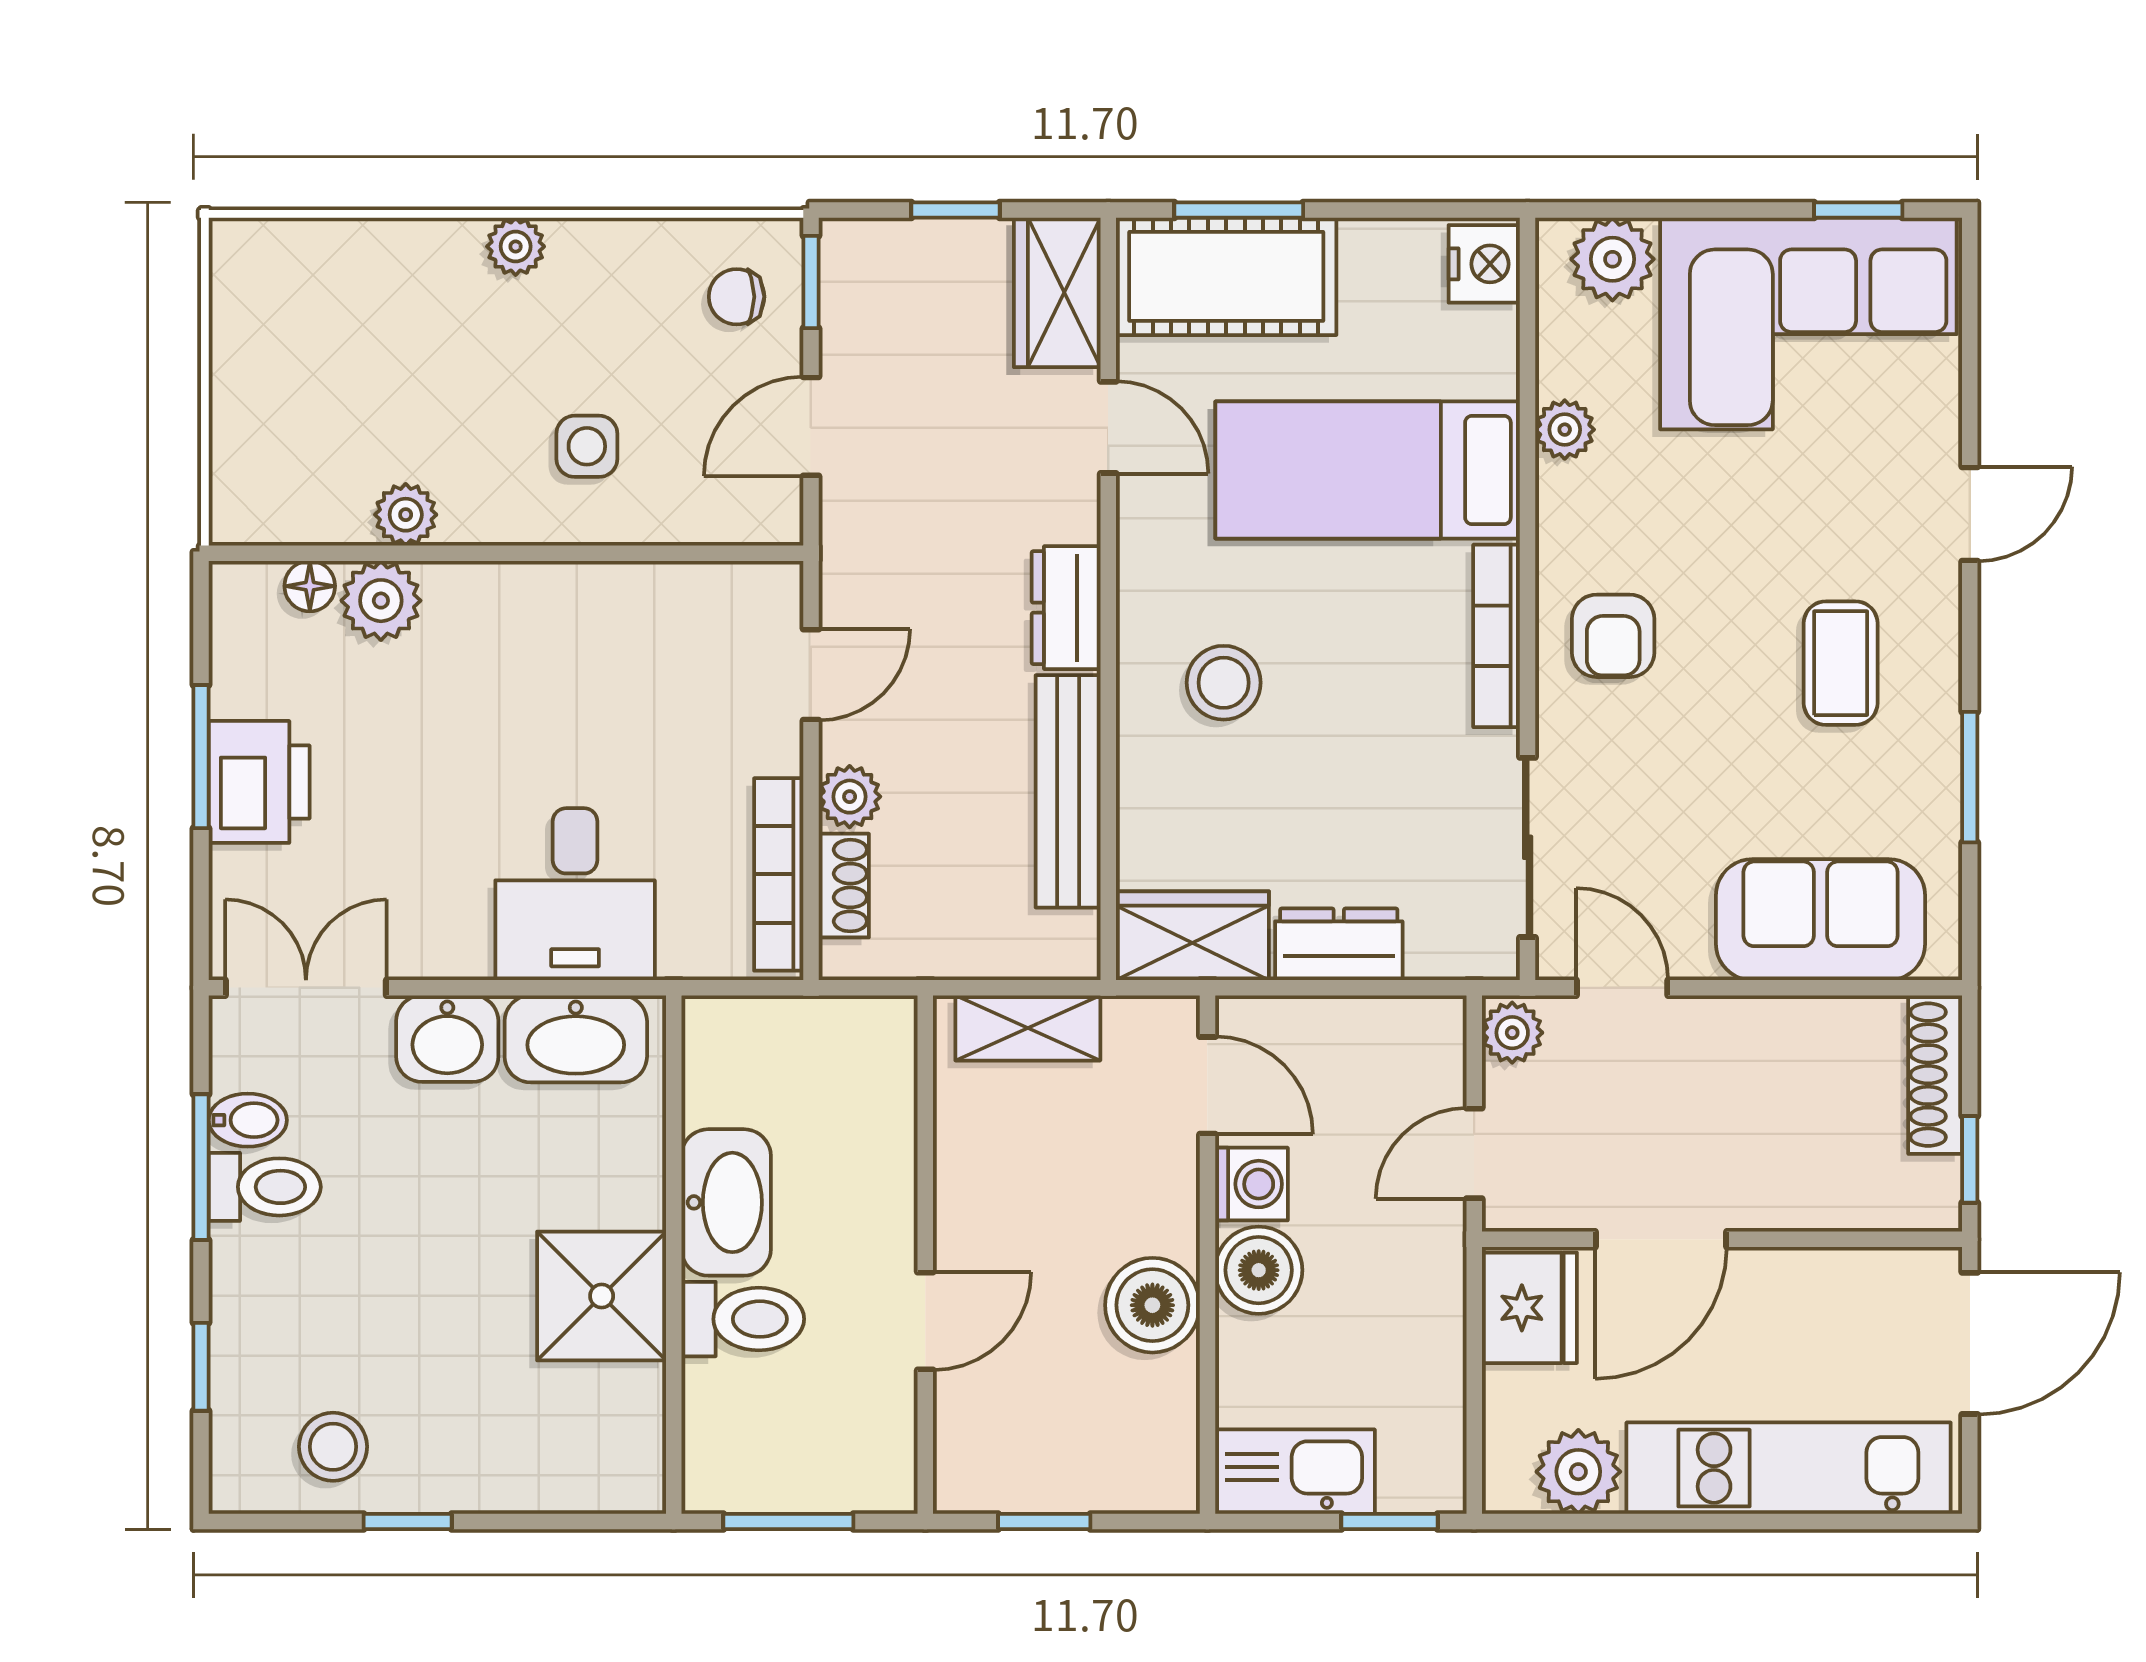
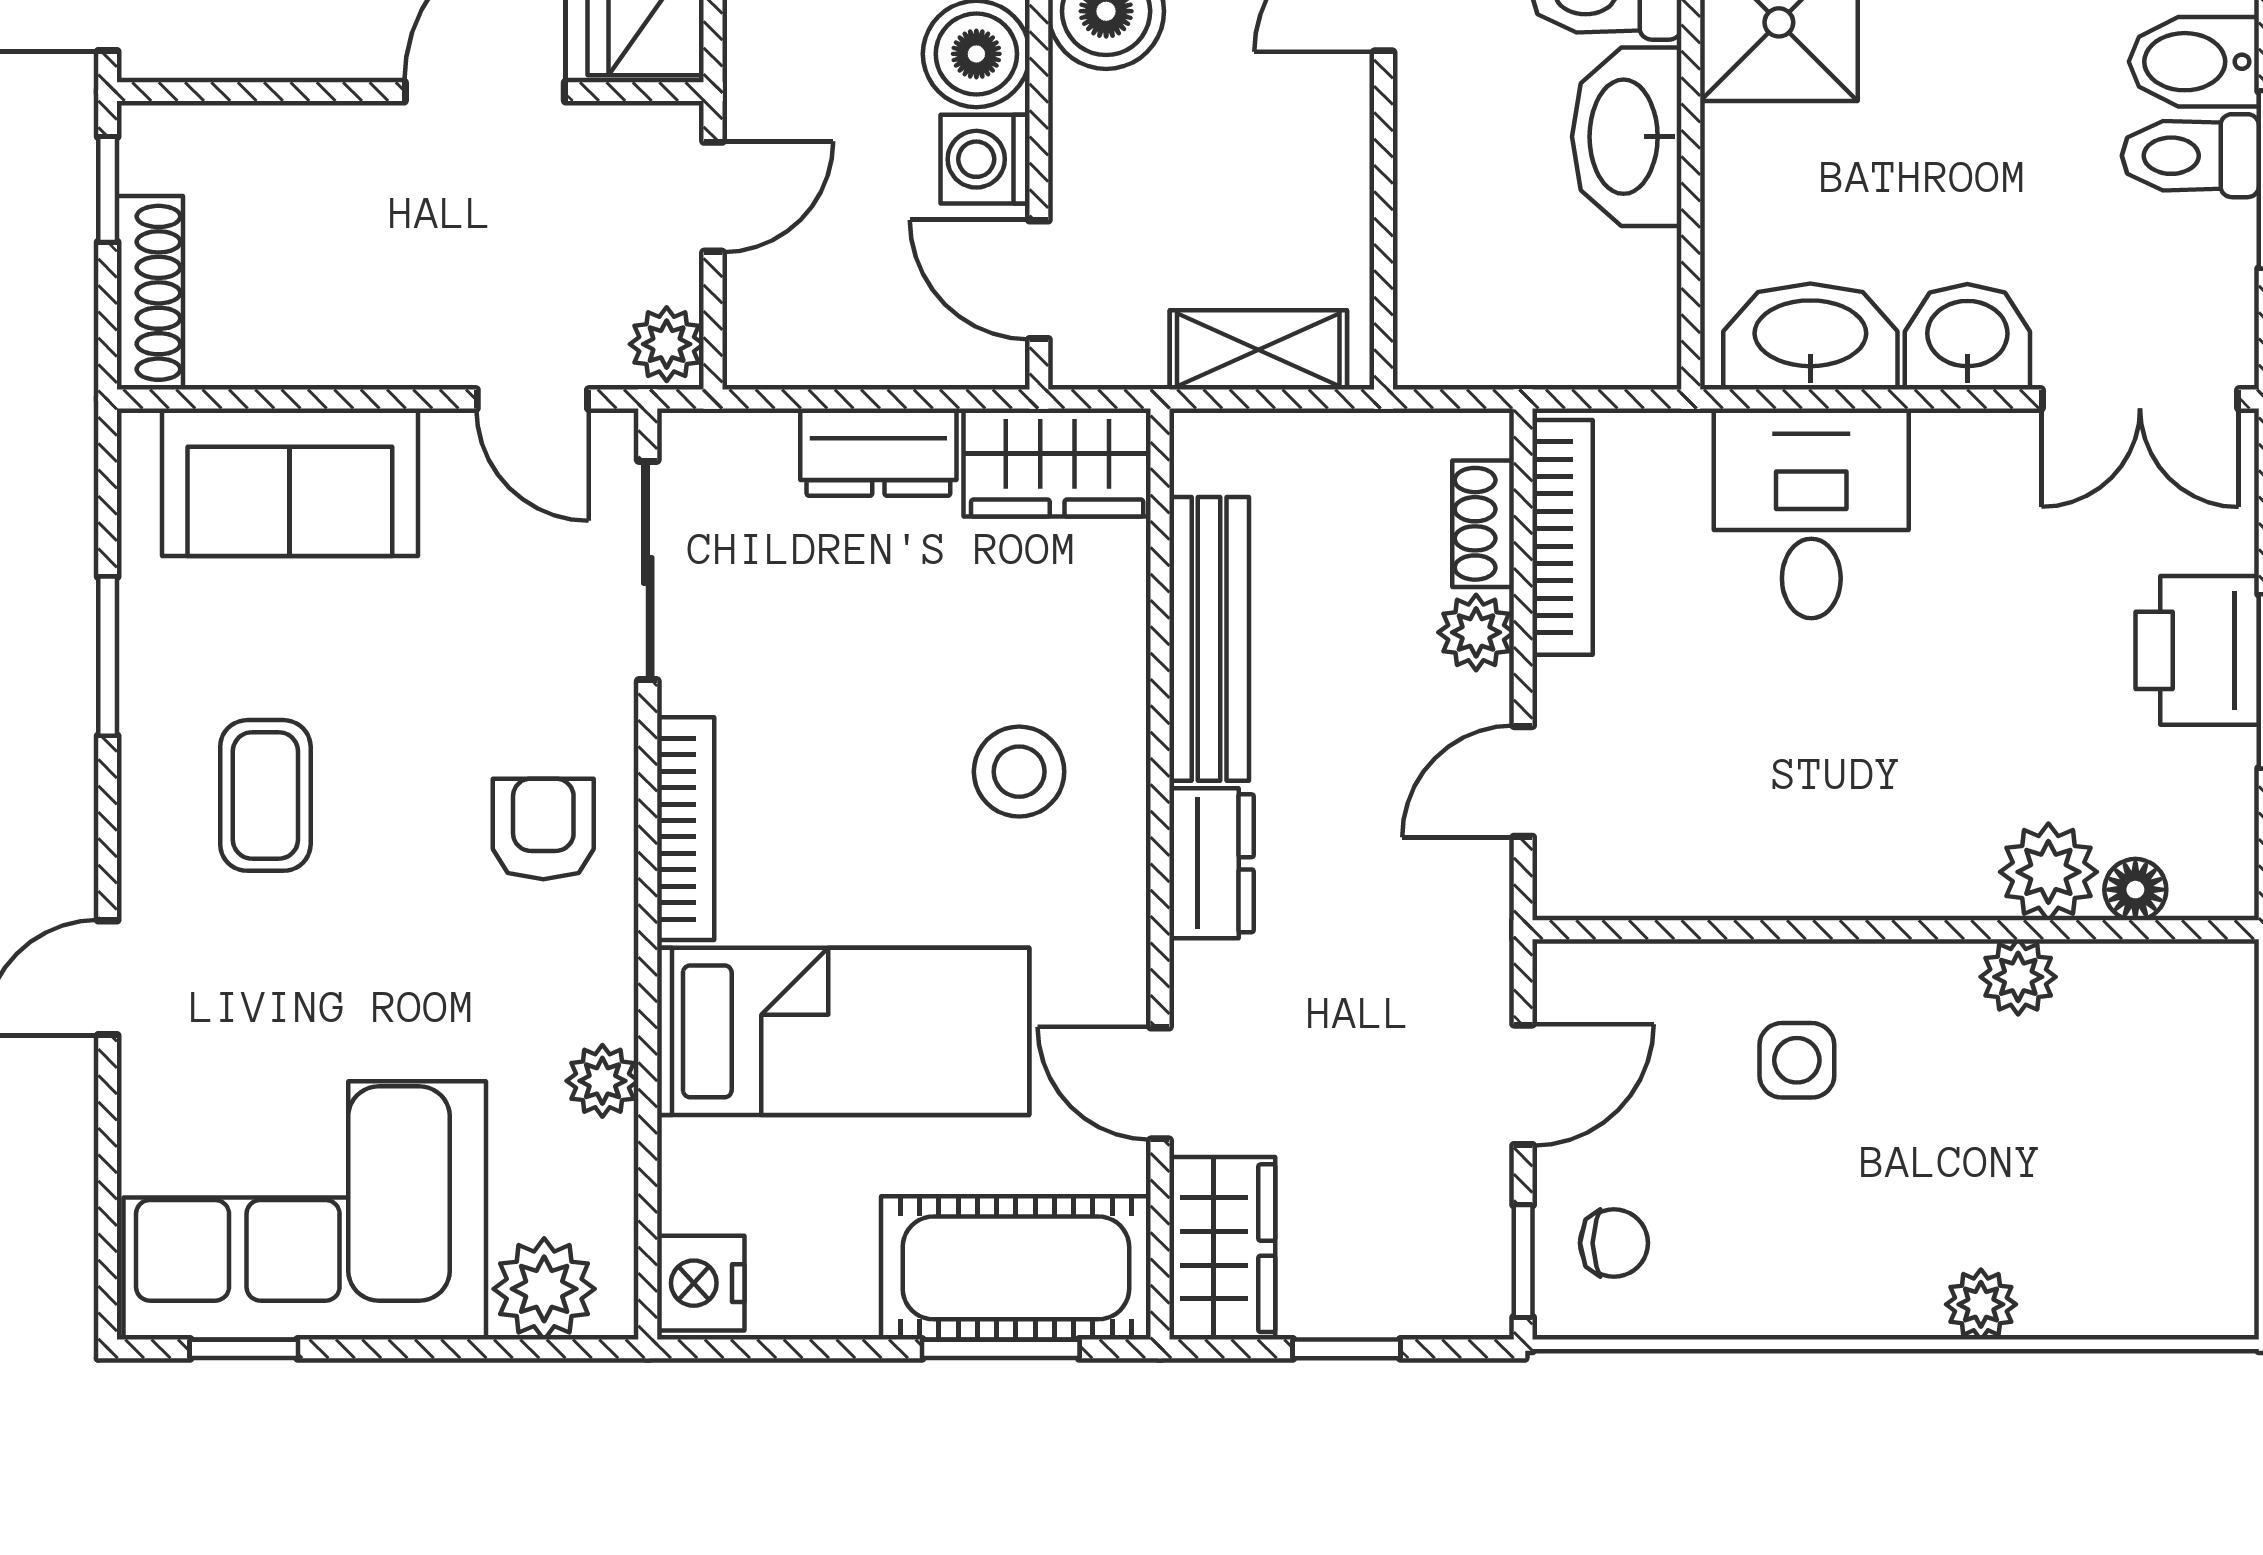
plant: (516, 246) -> (1981, 1304), moved
bidet: (248, 1120) -> (2194, 62), moved, width x1.38, depth x1.36

